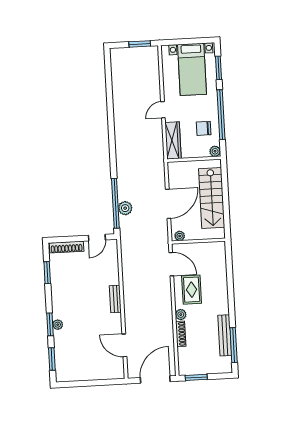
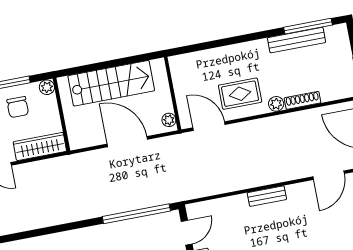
plant: (125, 208) -> (141, 199), removed
door: (97, 238) -> (187, 233), hinge flipped
door: (171, 264) -> (209, 126), hinge flipped

